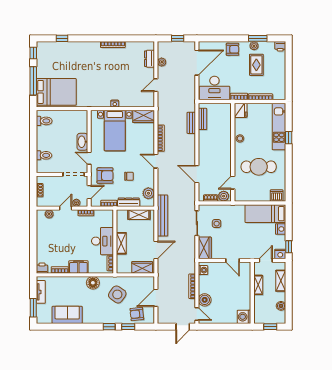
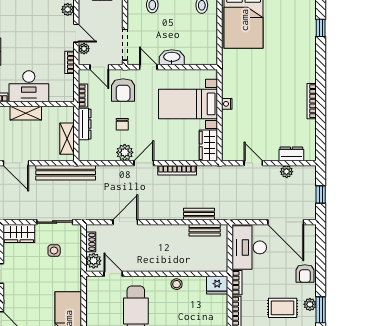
door: (89, 158) -> (148, 67), hinge flipped
plant: (148, 193) -> (125, 152), moved

